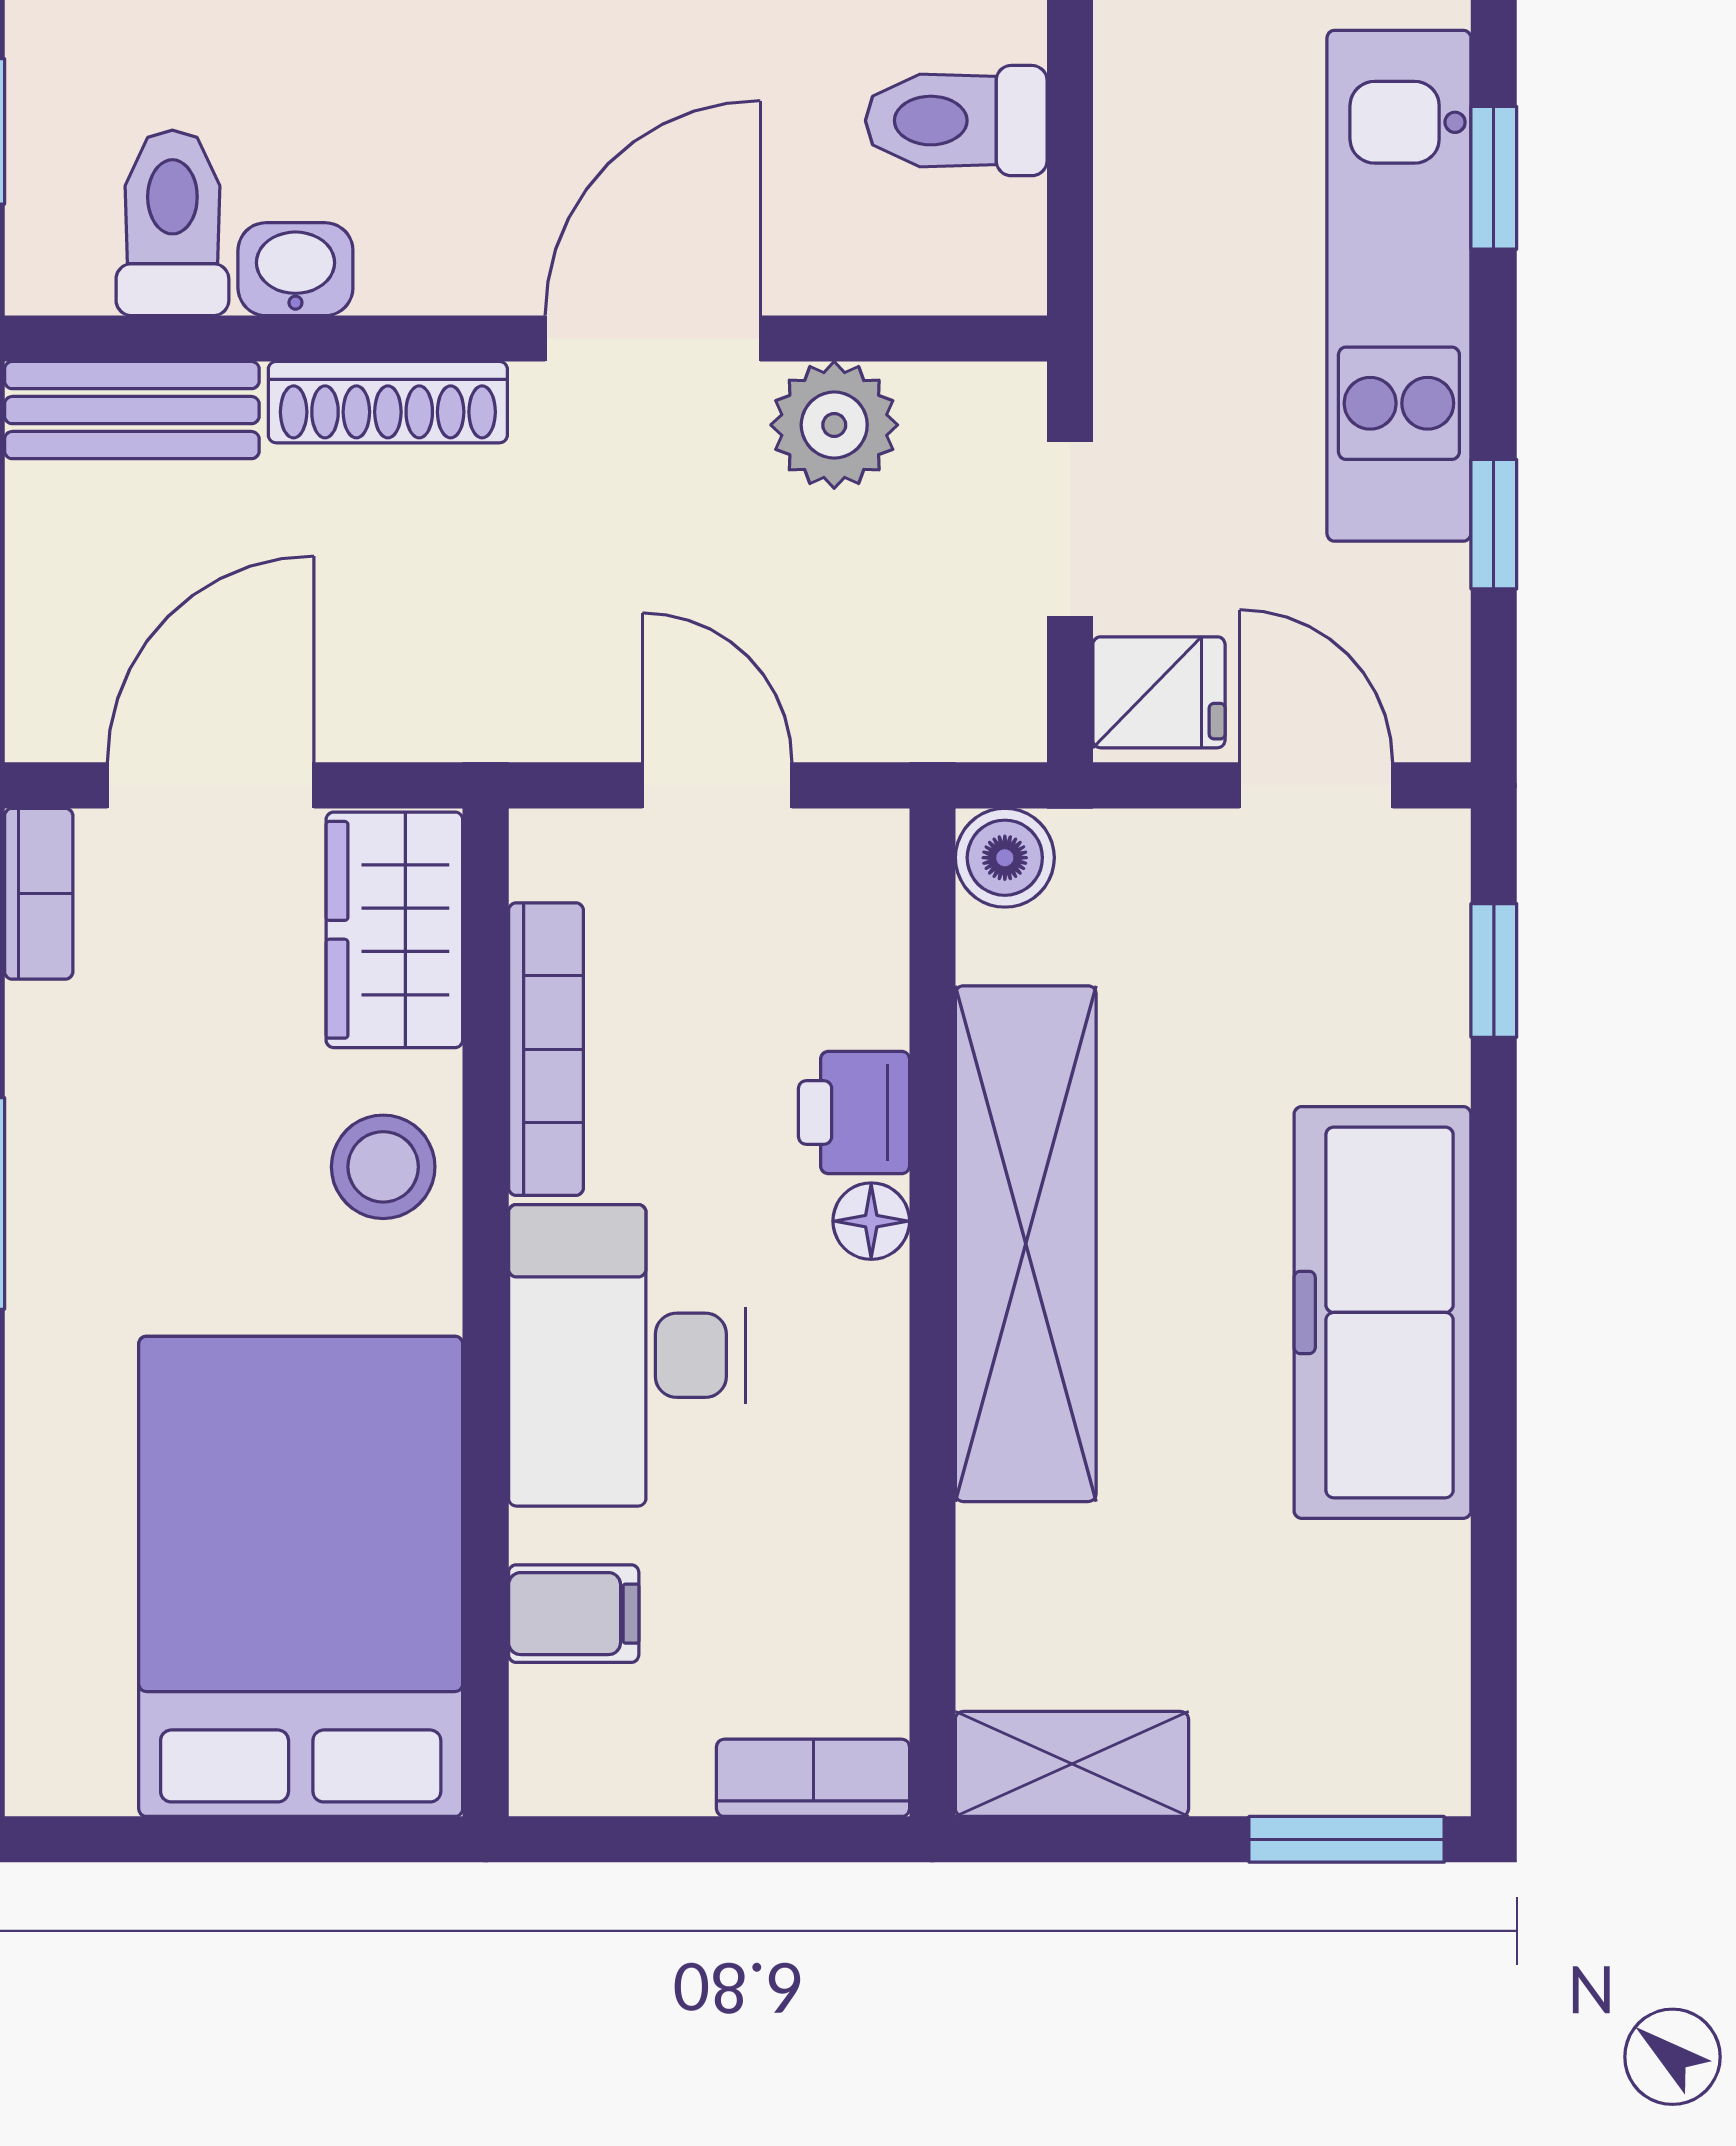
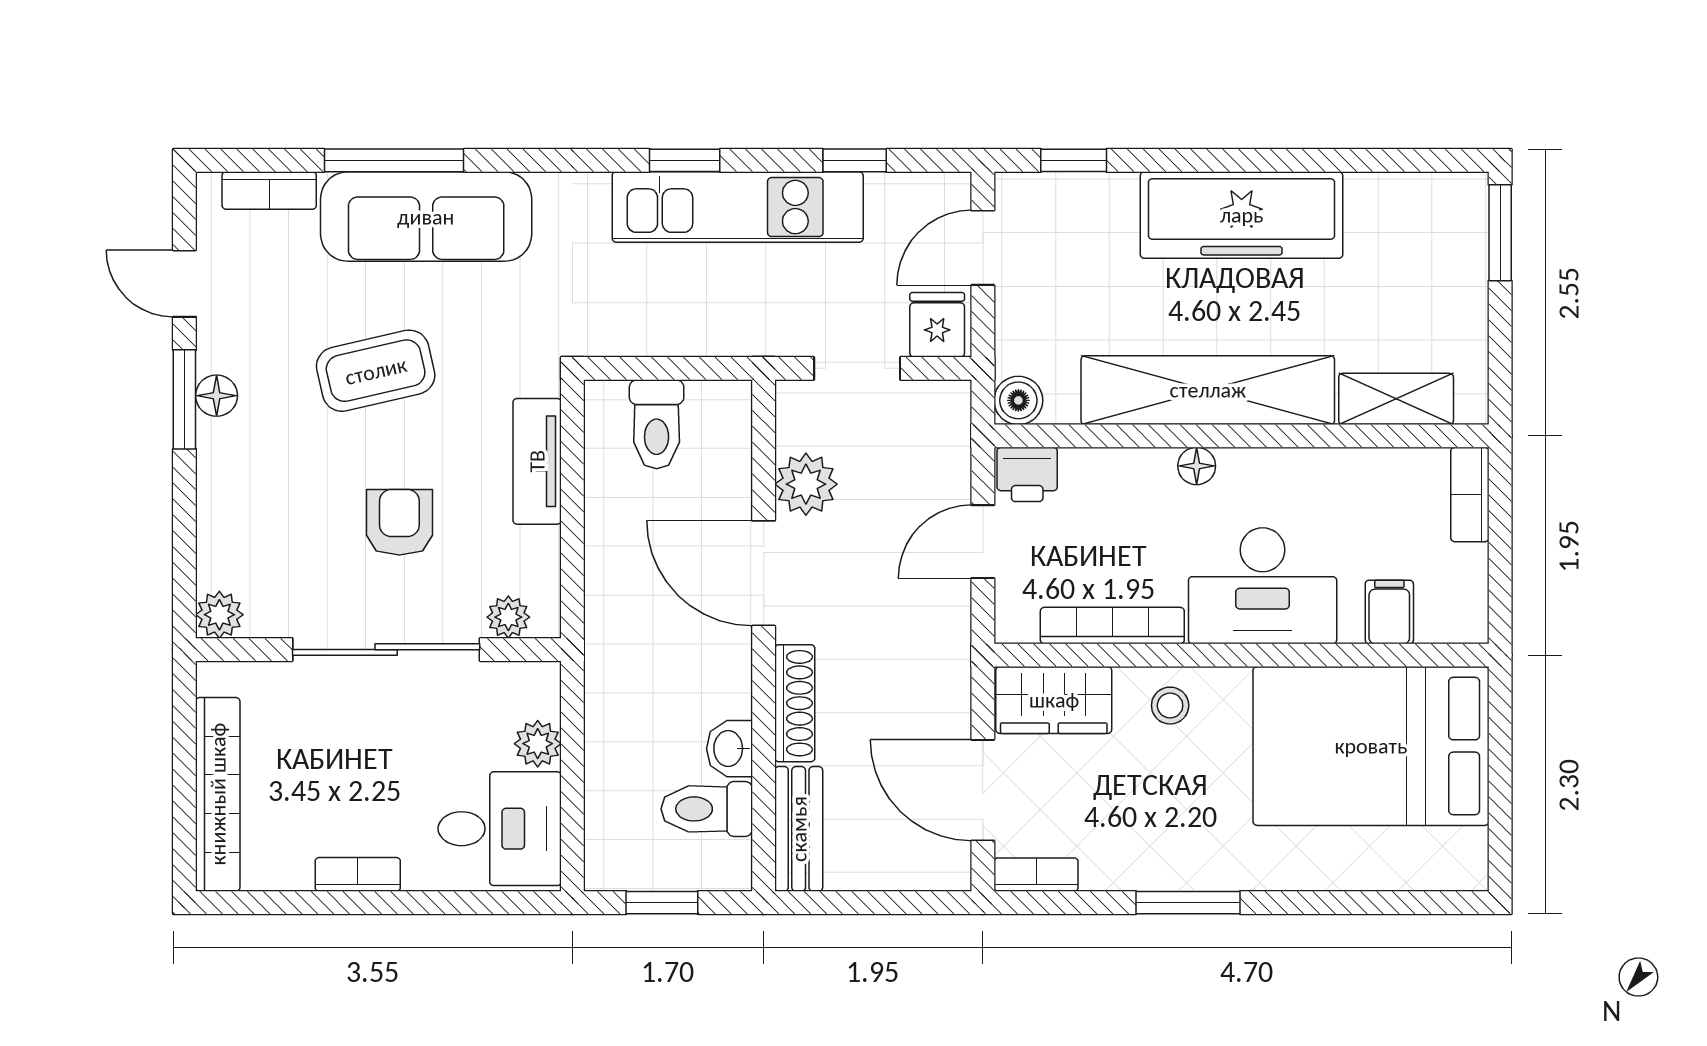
printer: (854, 1113) -> (1027, 474), moved
stool: (383, 1167) -> (1170, 706), width x0.73, depth x0.73
shelving: (1072, 1764) -> (1396, 399), moved, turned 90

